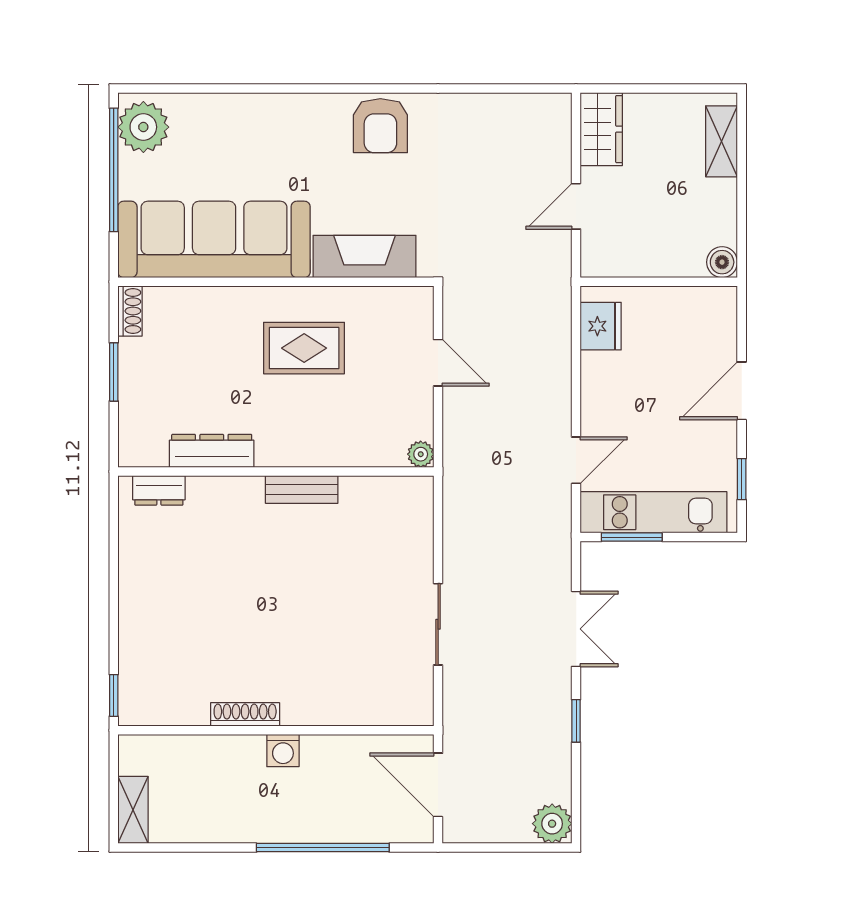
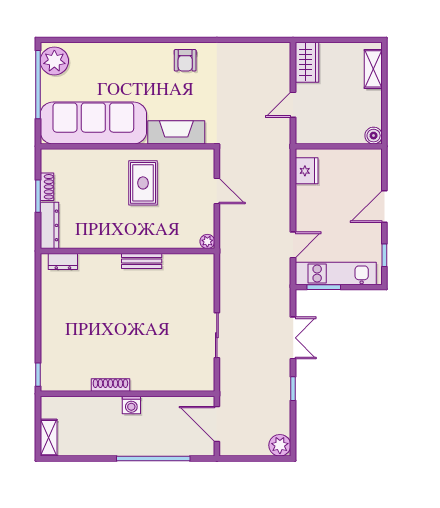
armchair: (380, 126) -> (185, 60), width x0.72, depth x0.72
shoe rack: (130, 311) -> (47, 187), moved
rug: (304, 348) -> (143, 183), turned 90
dresser: (212, 451) -> (49, 225), moved, turned 90

